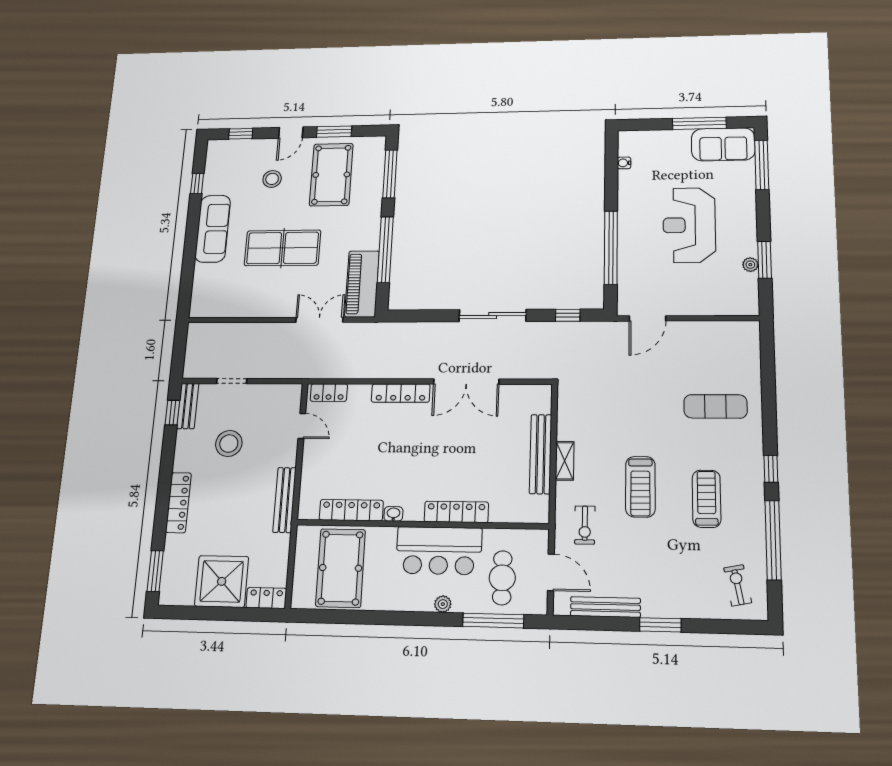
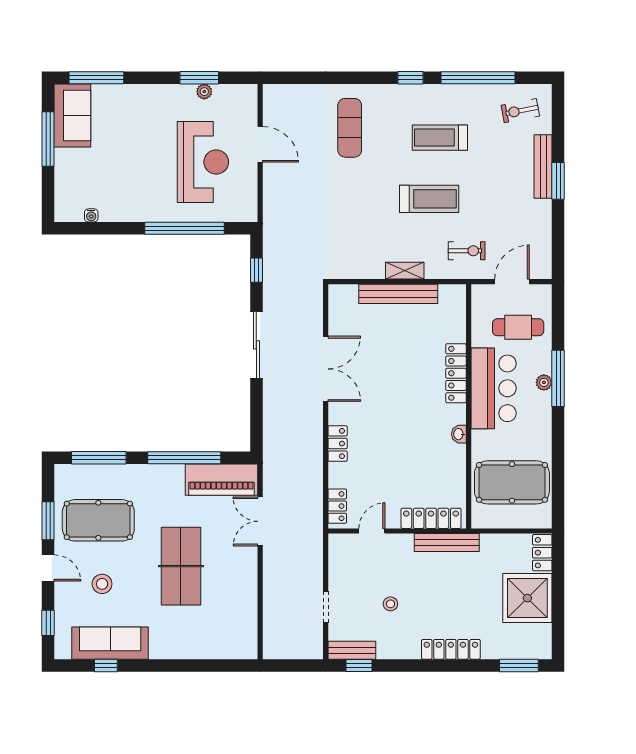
reception desk: (689, 225) -> (203, 162), moved, turned -90
sofa: (213, 229) -> (110, 643), moved
door: (647, 318) -> (260, 144), moved
locker: (401, 393) -> (338, 444), width x0.66
stool: (229, 444) -> (390, 604), width x0.53, depth x0.53
locker: (351, 510) -> (431, 518), moved, turned 90
bench: (605, 607) -> (543, 167), moved
window: (493, 621) -> (558, 378), moved

